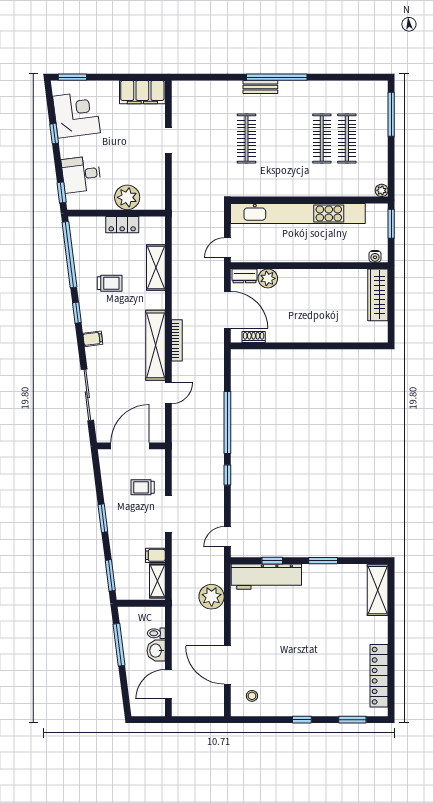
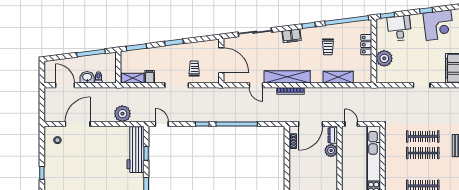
clothes rail: (272, 139) -> (423, 153), added
locker: (122, 225) -> (366, 45), moved
filing cabinet: (93, 339) -> (292, 36), width x2.00

